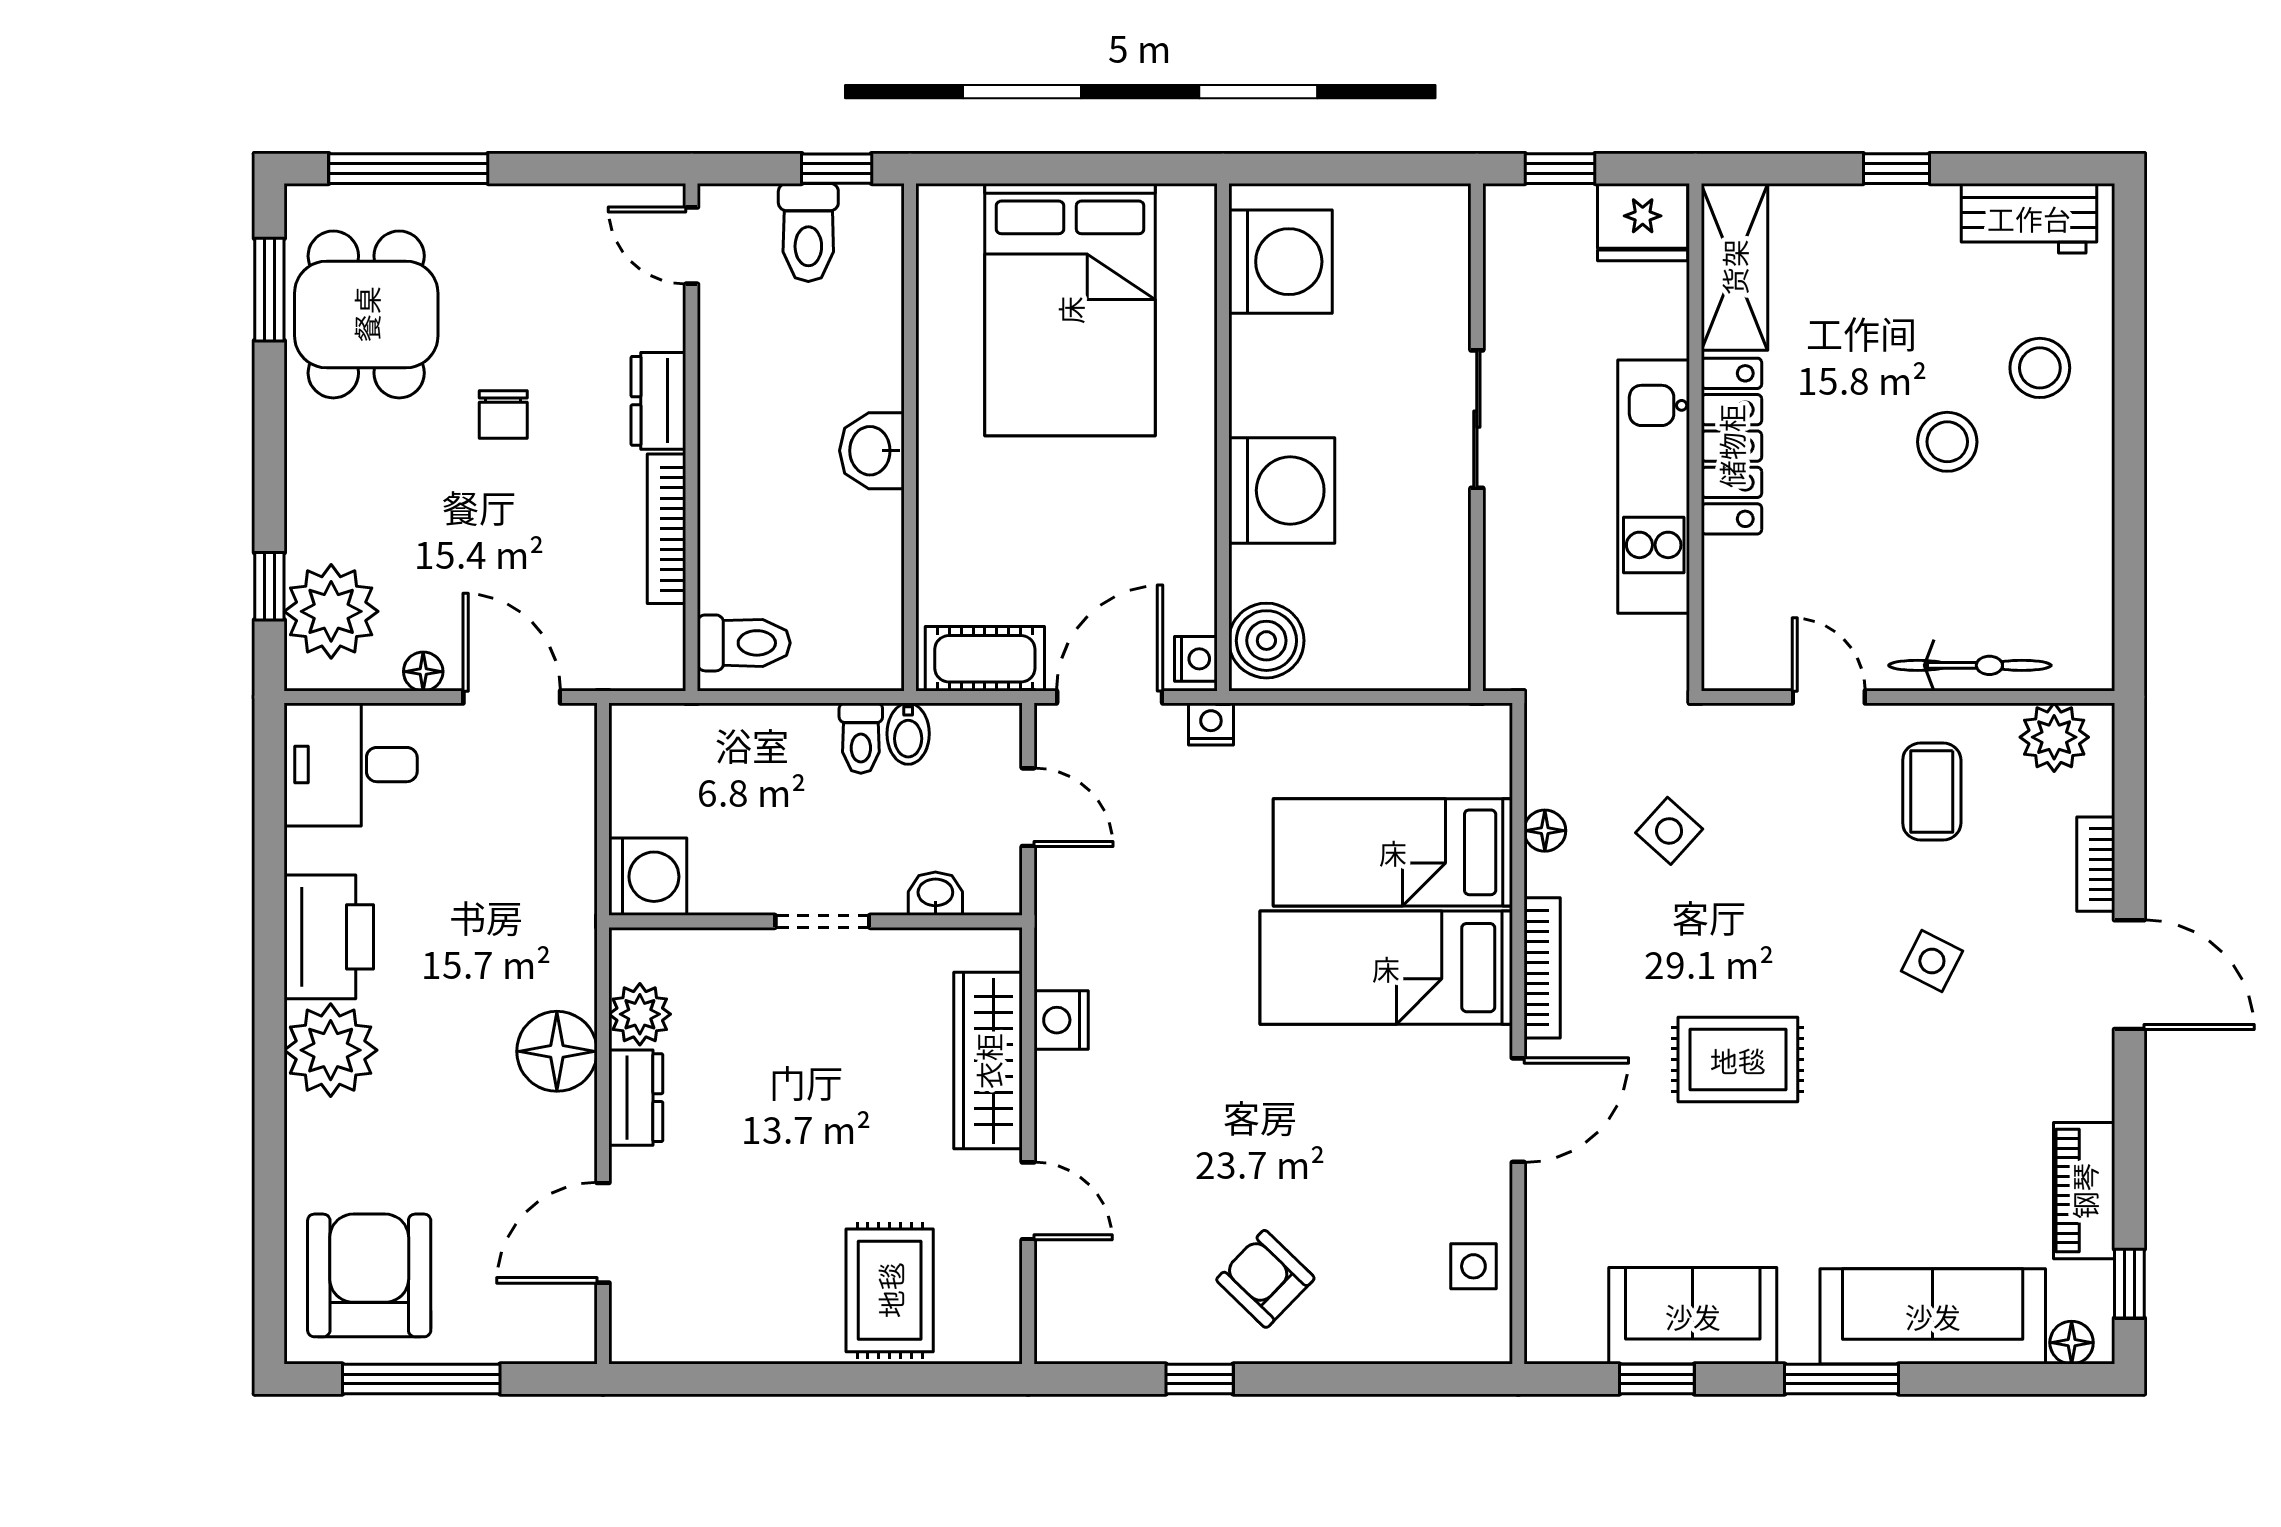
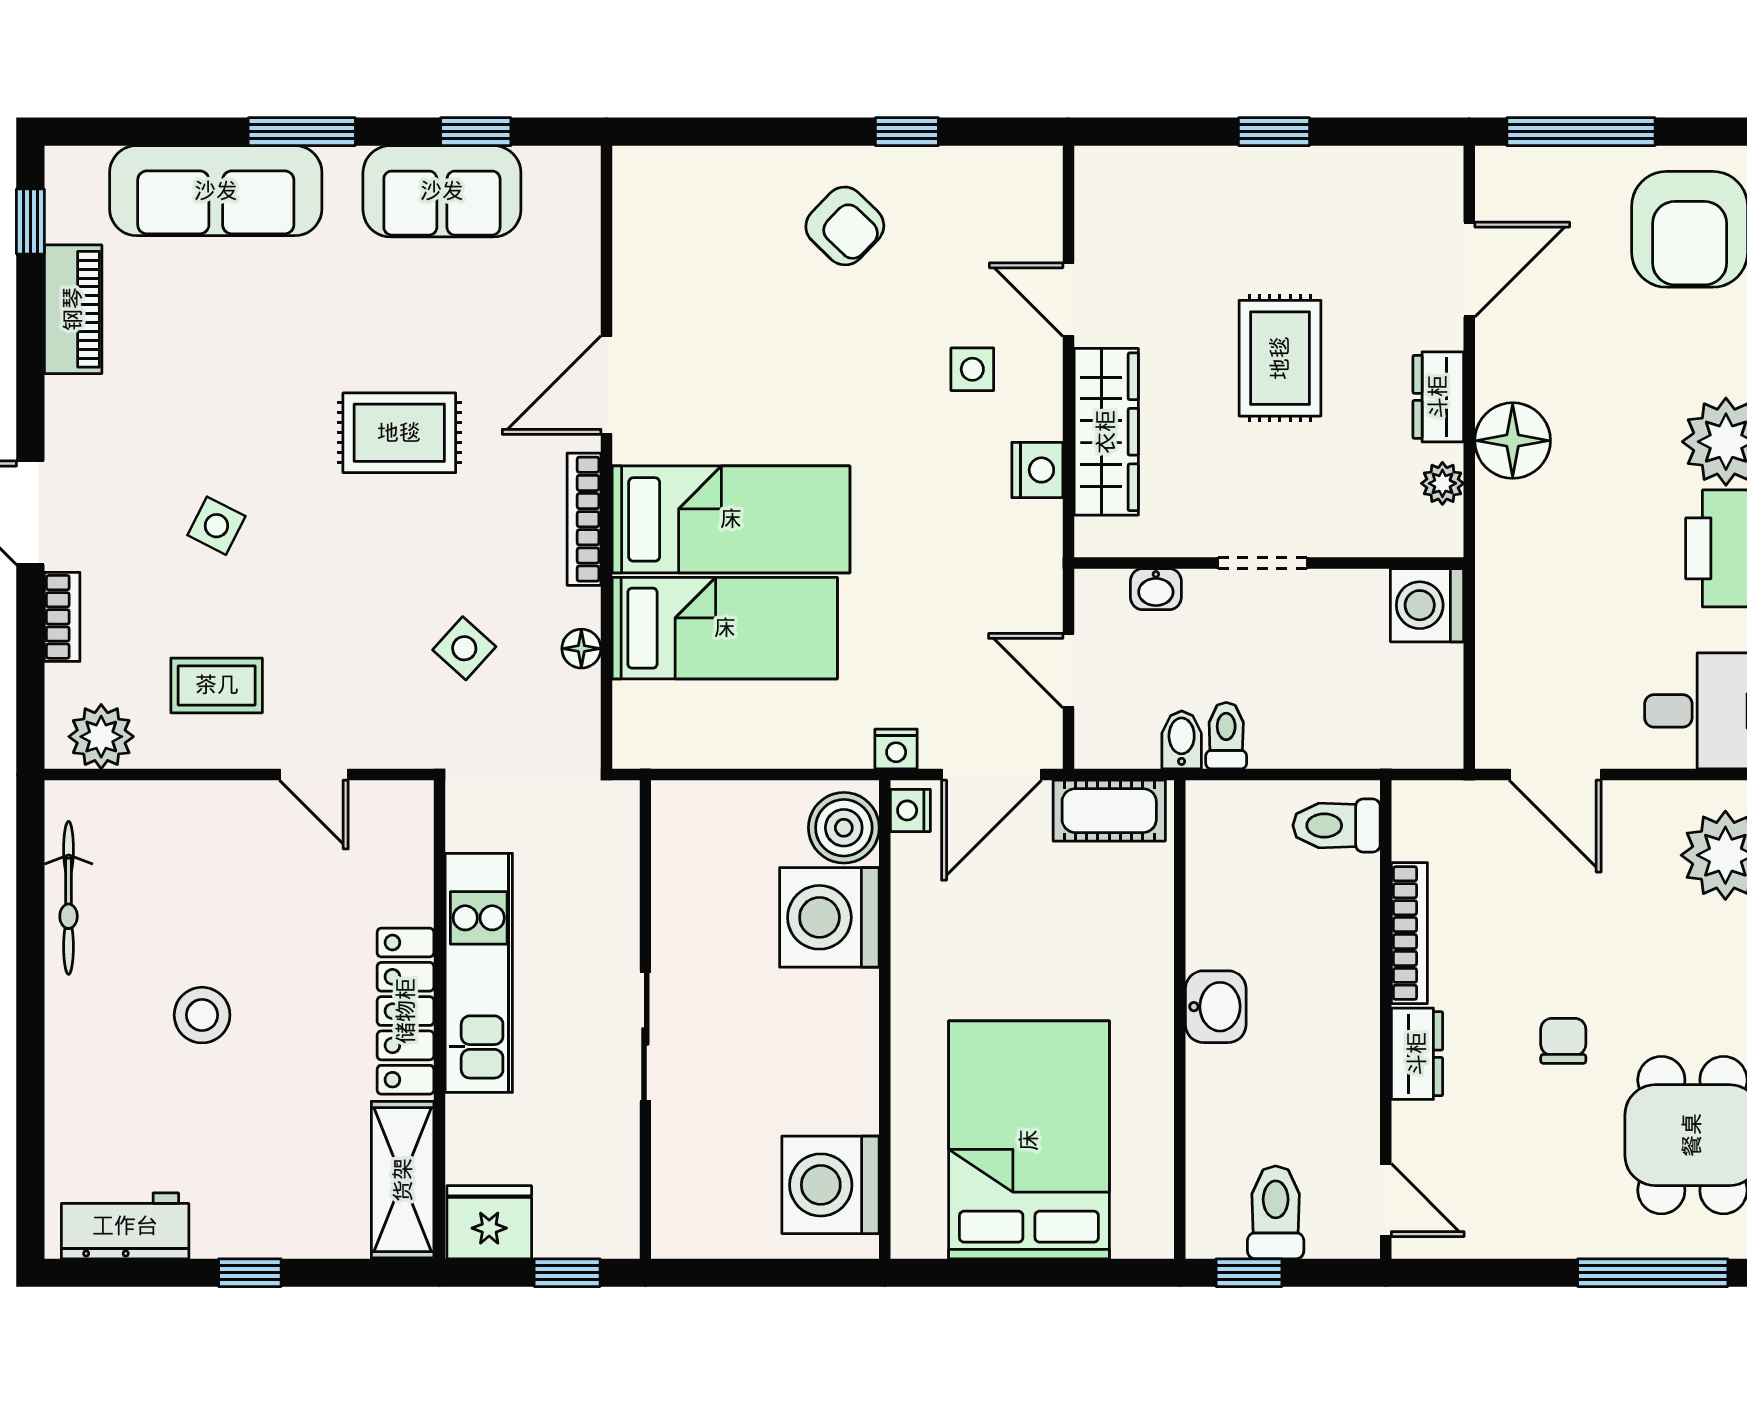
stool: (2040, 368) -> (115, 1085), removed
washing machine: (1282, 490) -> (829, 917), moved
bicycle: (1970, 665) -> (69, 898), moved, turned -90
floor lamp: (423, 672) -> (1639, 799), removed
coffee table: (1932, 792) -> (217, 685), turned 90
plant: (640, 1014) -> (1442, 483), width x0.73, depth x0.73
side table: (1473, 1266) -> (972, 369), moved
rug: (890, 1290) -> (1280, 358), moved
floor lamp: (2072, 1343) -> (85, 166), removed
window: (421, 1379) -> (1581, 132), moved
window: (810, 1379) -> (1274, 132), added

